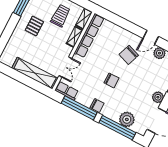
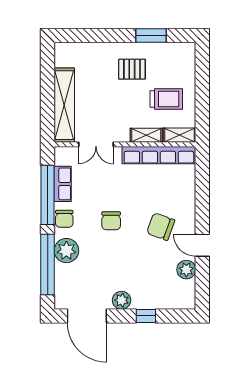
row of seats: (67, 91) -> (63, 184), moved
plant: (127, 119) -> (66, 251), moved

